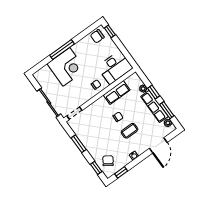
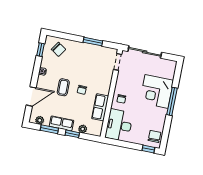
row of seats: (154, 106) -> (61, 123), width x0.68
door: (158, 145) -> (31, 96), swing flipped
window: (96, 168) -> (63, 35), removed

